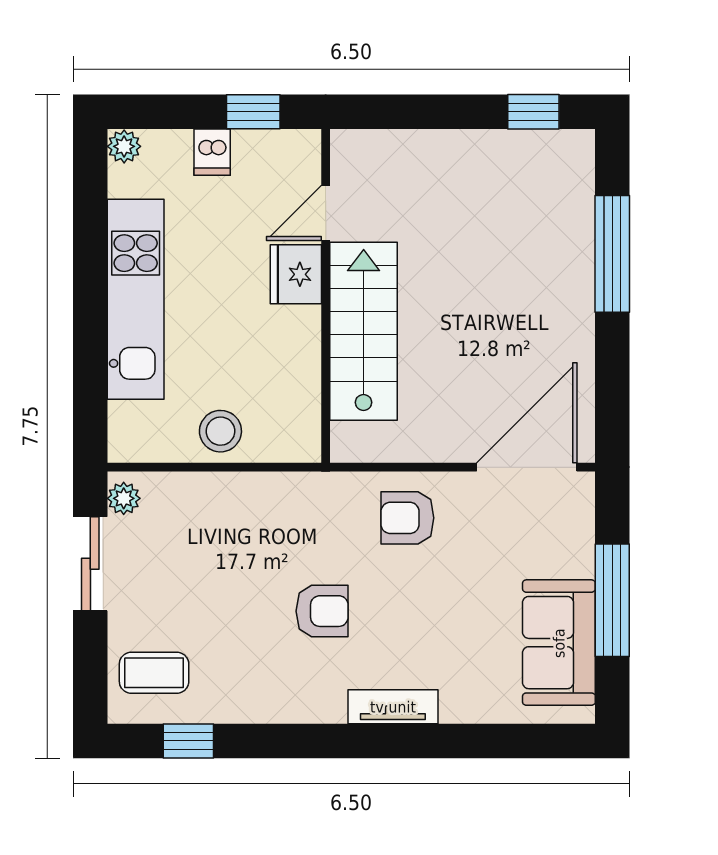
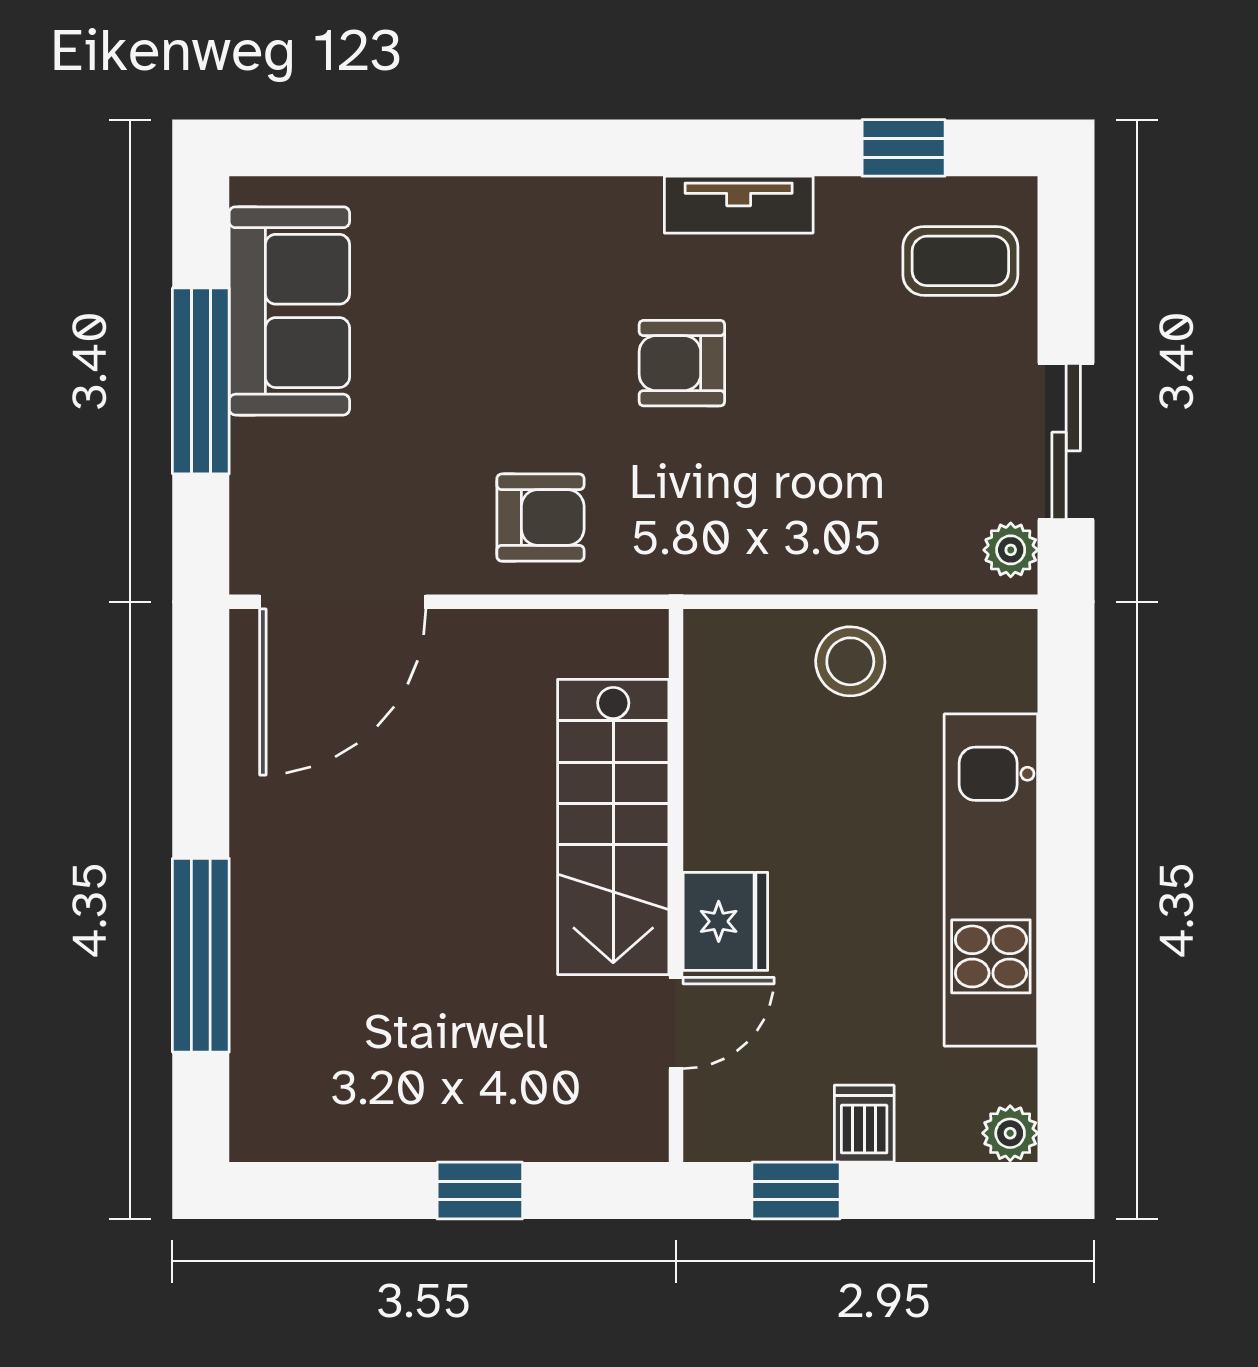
window: (533, 112) -> (480, 1191), moved
tv unit: (393, 707) -> (739, 205), moved

